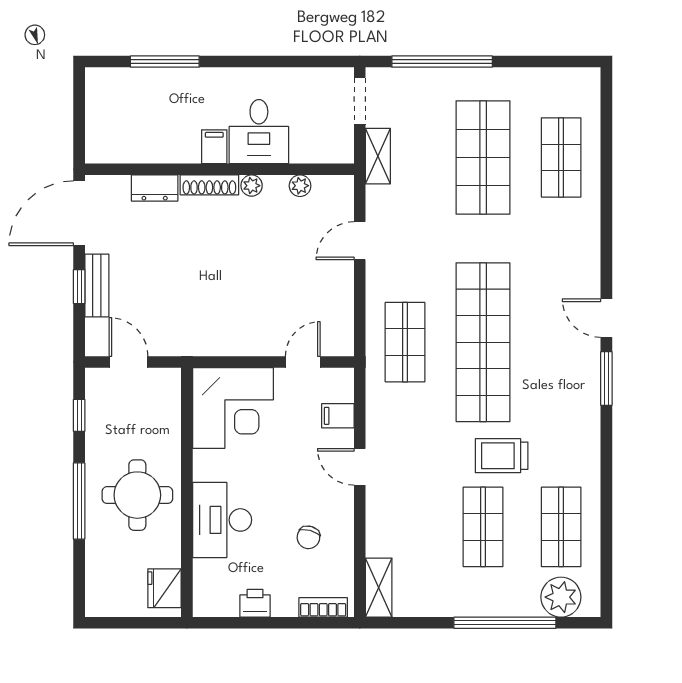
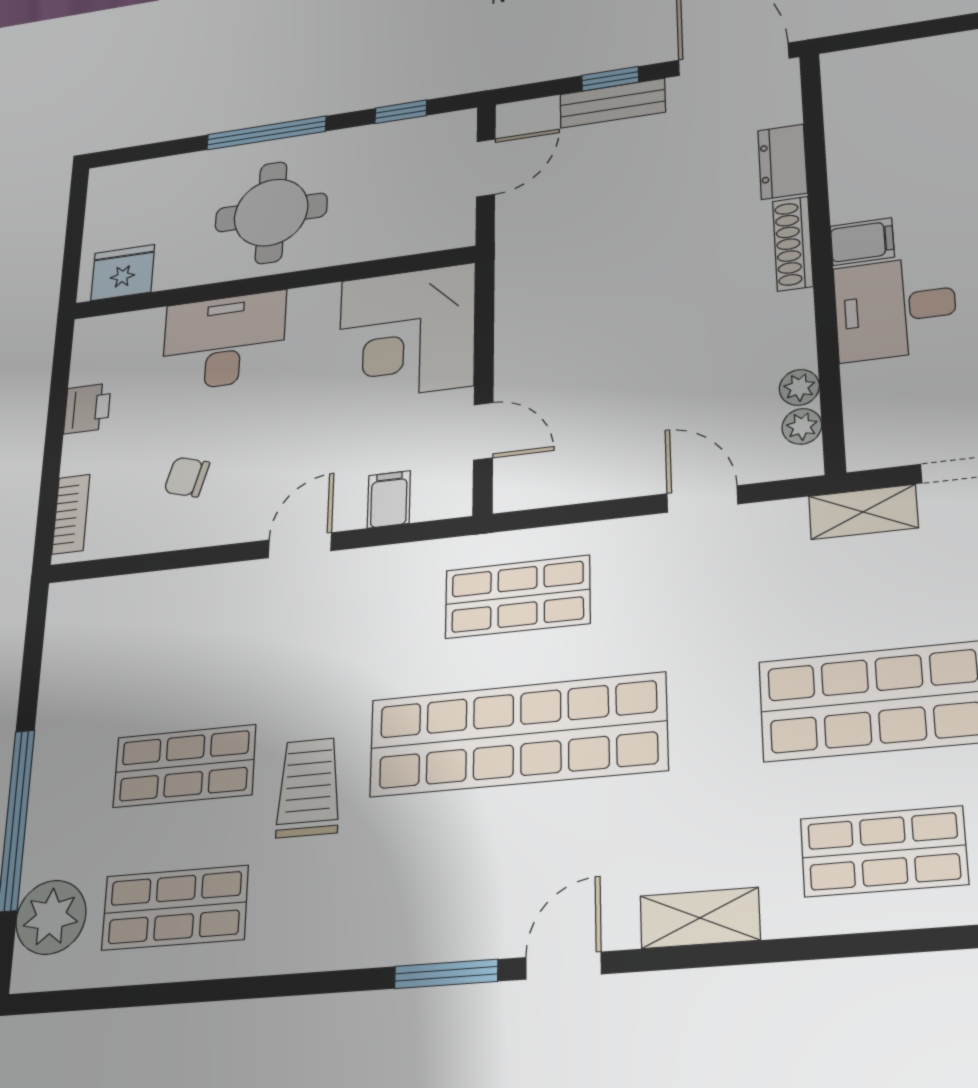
plant: (252, 186) -> (802, 426), moved
shelving: (379, 588) -> (700, 918), moved

